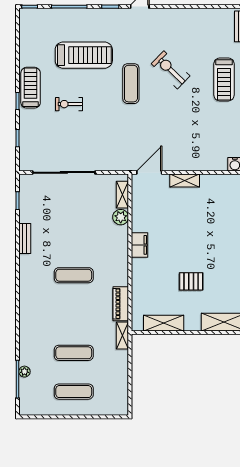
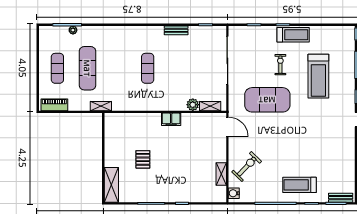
exercise bike: (171, 70) -> (247, 167), moved
exercise mat: (131, 84) -> (267, 100), moved, width x2.00, depth x1.45
shelving: (185, 180) -> (221, 174), moved
piano: (121, 304) -> (54, 105), moved
shelving: (164, 323) -> (110, 138), removed
exercise mat: (74, 353) -> (87, 68), width x1.36, depth x1.45

